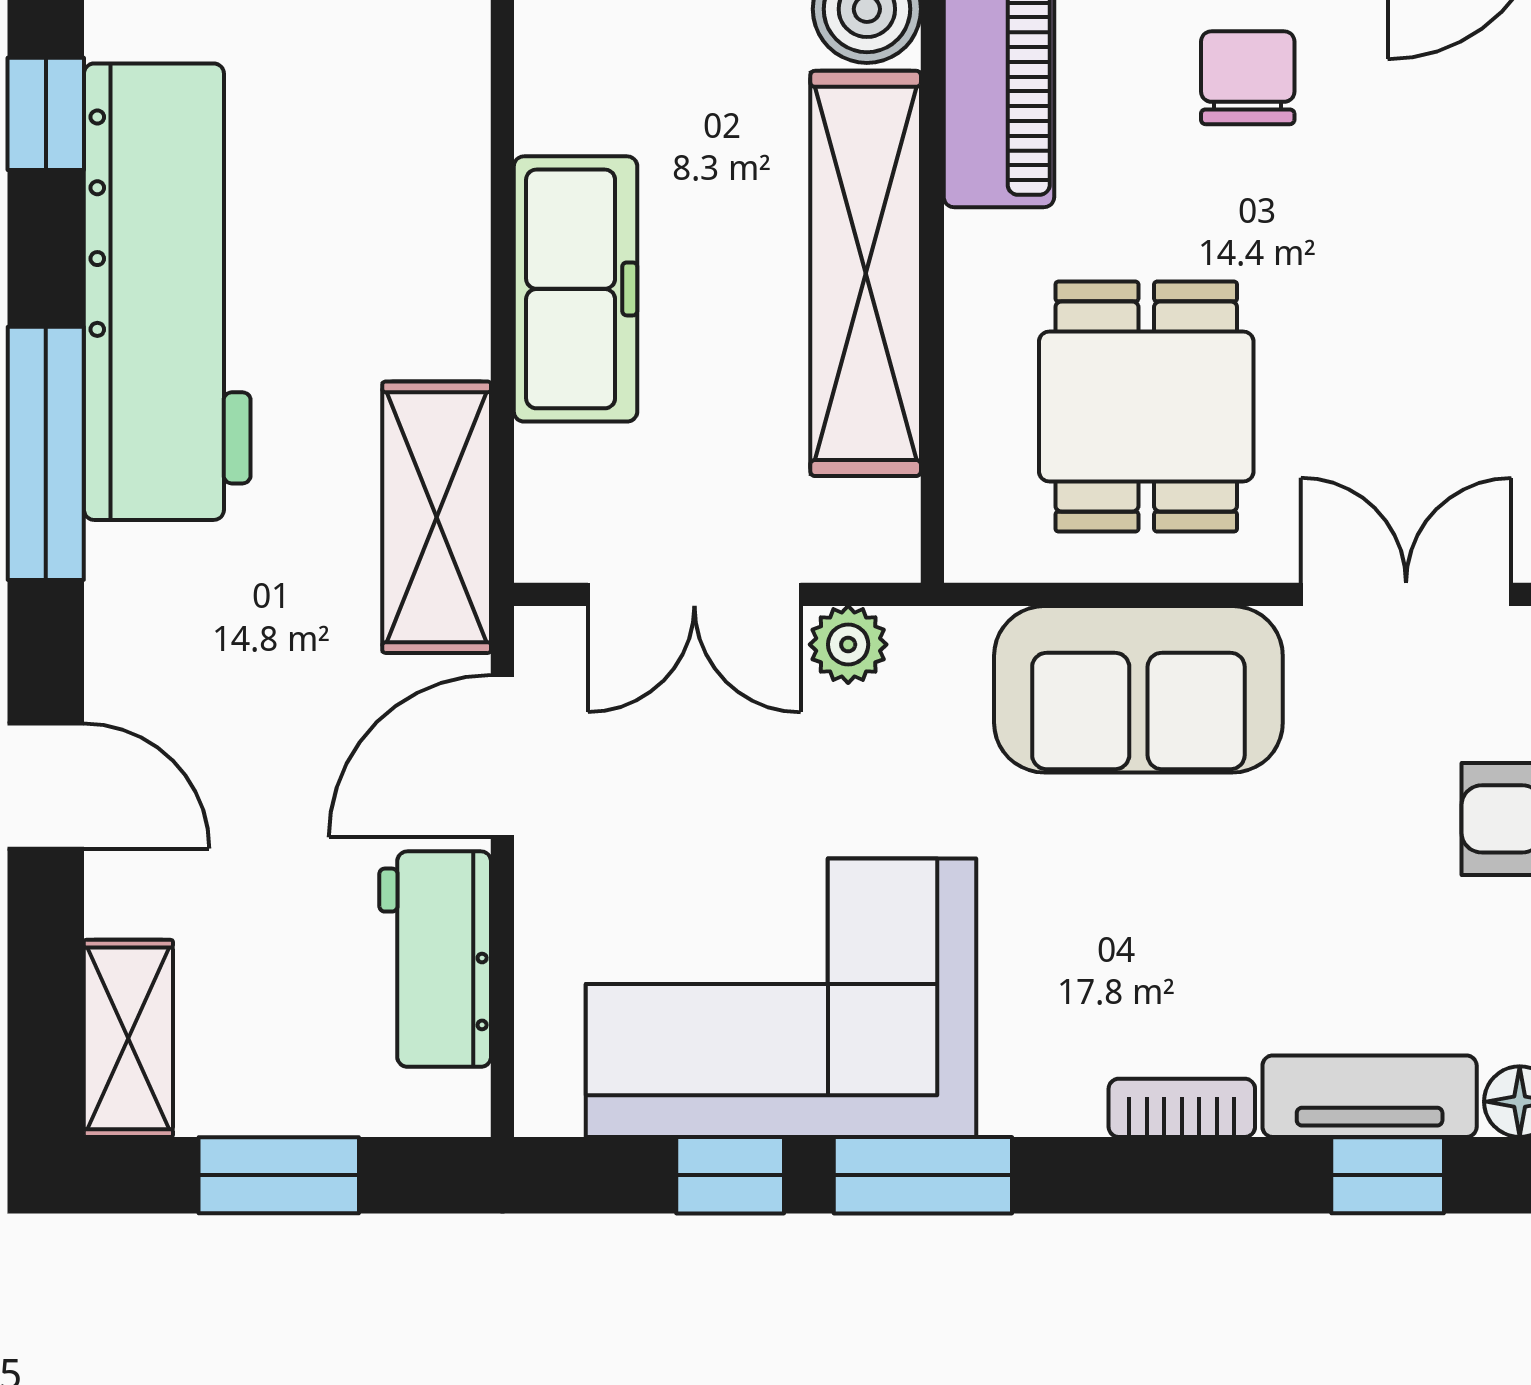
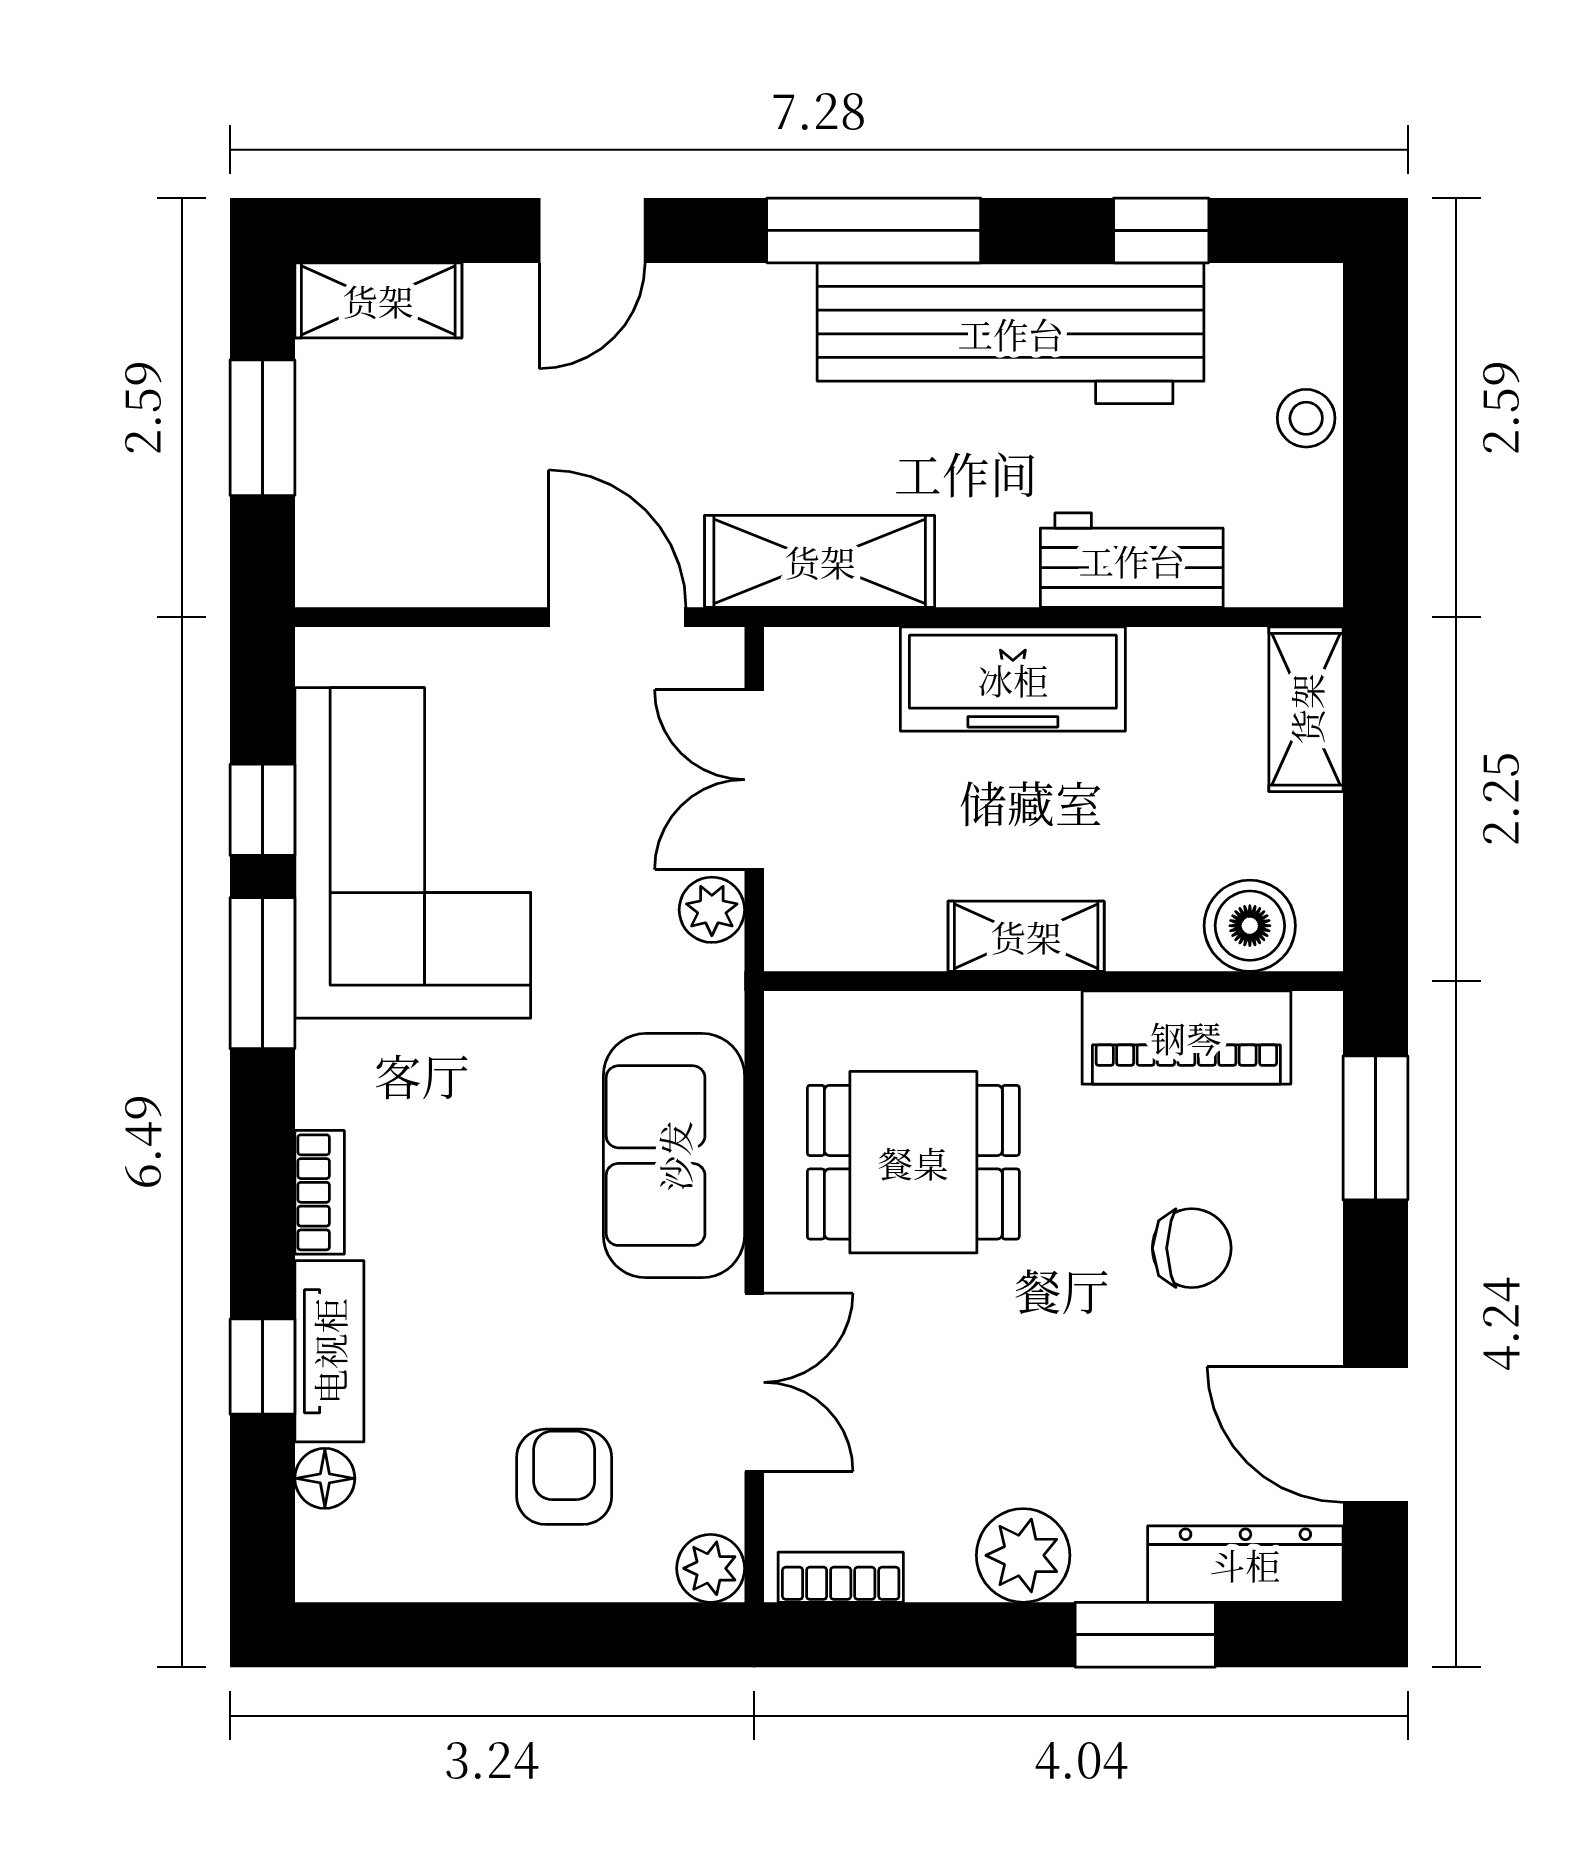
shelving: (866, 273) -> (1026, 936), width x0.45, depth x0.75
workbench: (435, 959) -> (1132, 560), moved

